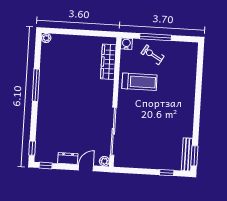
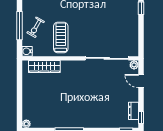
dresser: (68, 158) -> (134, 111), moved

